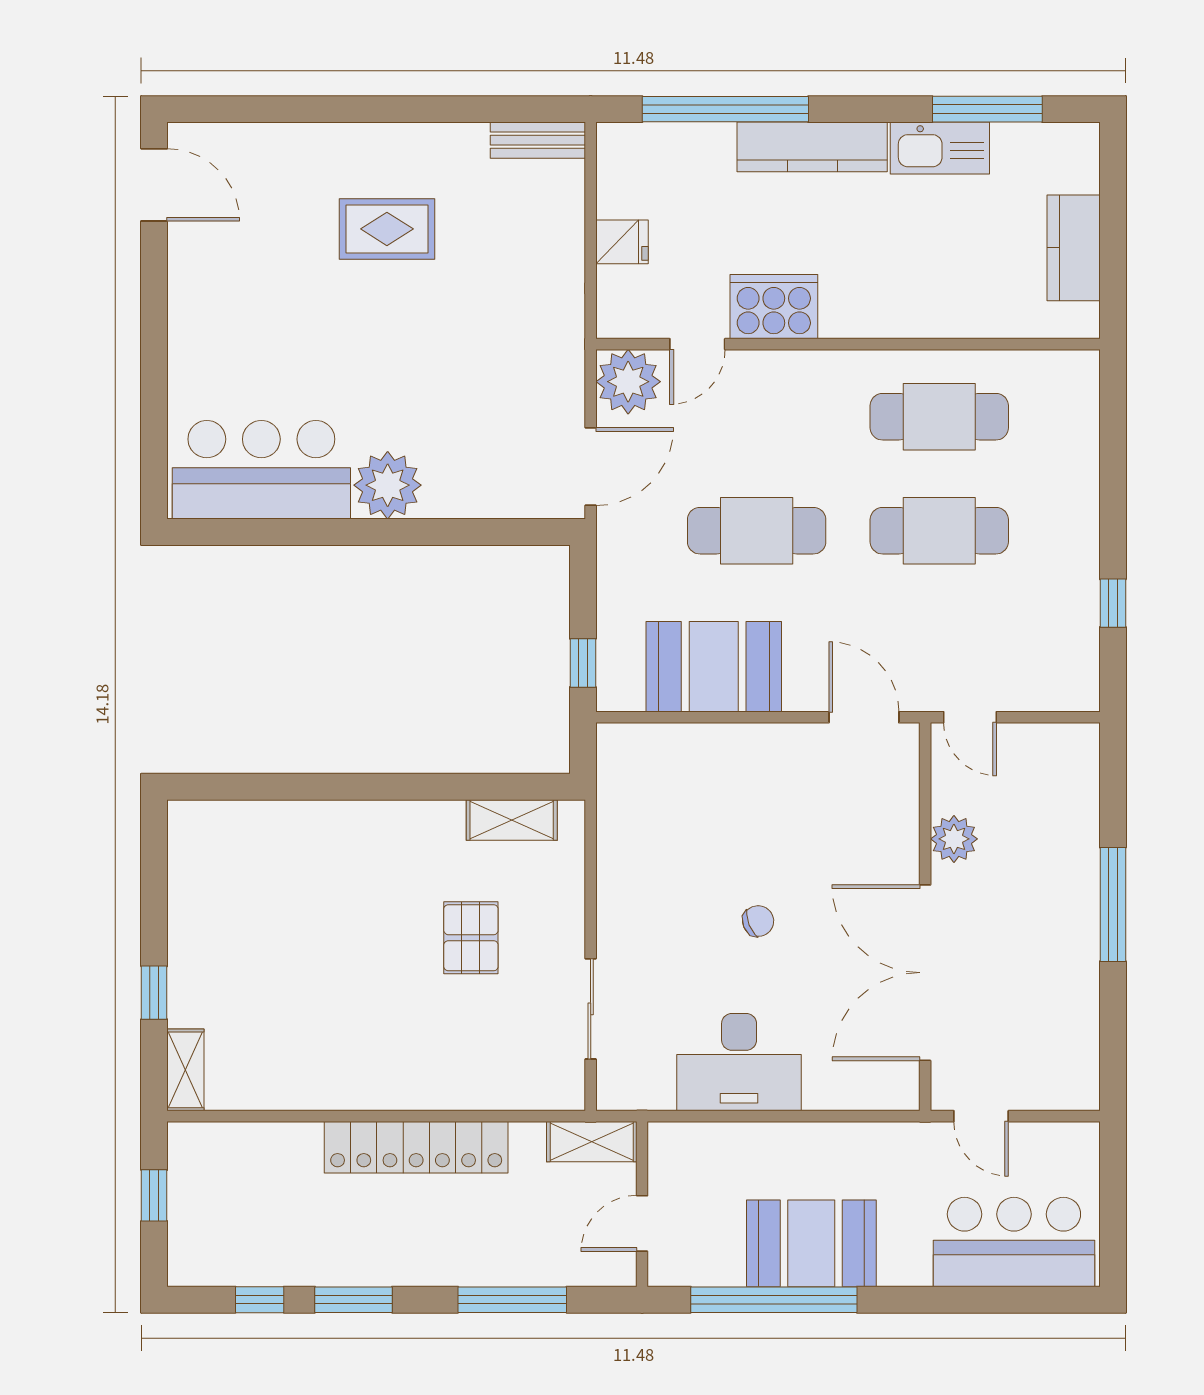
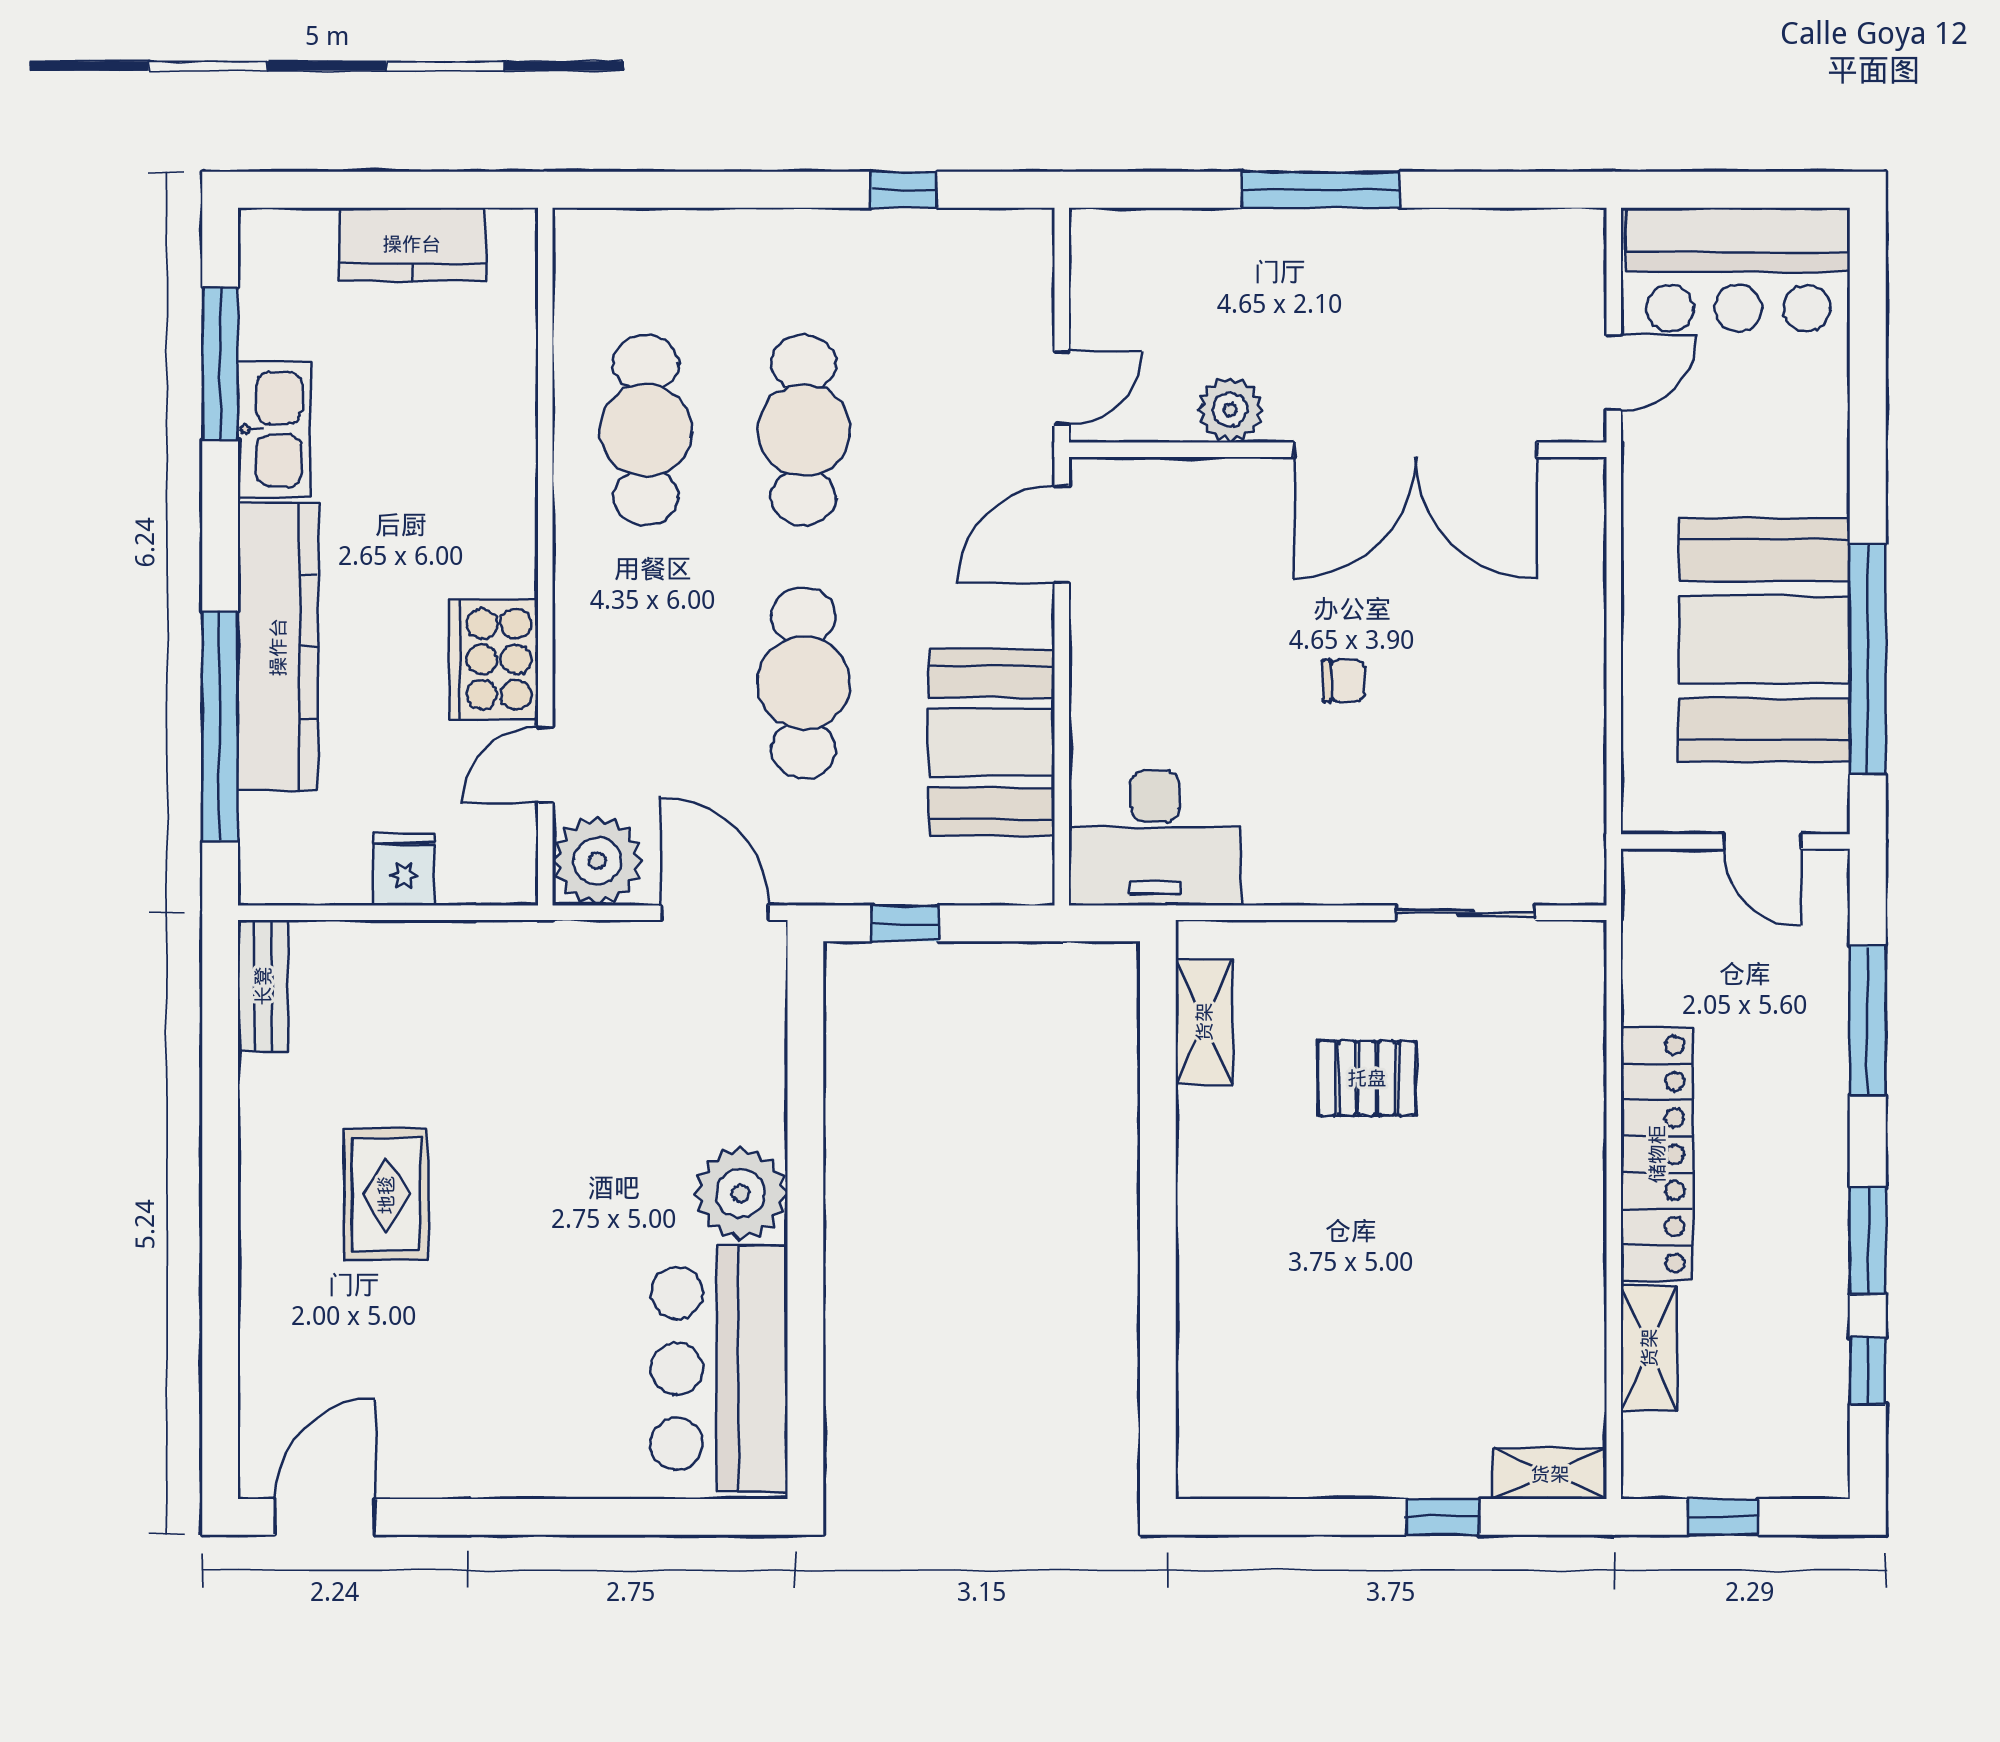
kitchen counter: (812, 147) -> (278, 647), width x1.39, depth x1.17
door: (697, 344) -> (545, 765), swing flipped
window: (583, 663) -> (905, 923), moved
chair: (758, 921) -> (1344, 681), turned 112
desk: (739, 1062) -> (1155, 838), moved, turned 90
shelving: (592, 1142) -> (1649, 1348), moved
bar counter: (1014, 1242) -> (1738, 270), moved, turned -90
booth: (811, 1243) -> (1764, 640), width x1.36, depth x1.42

